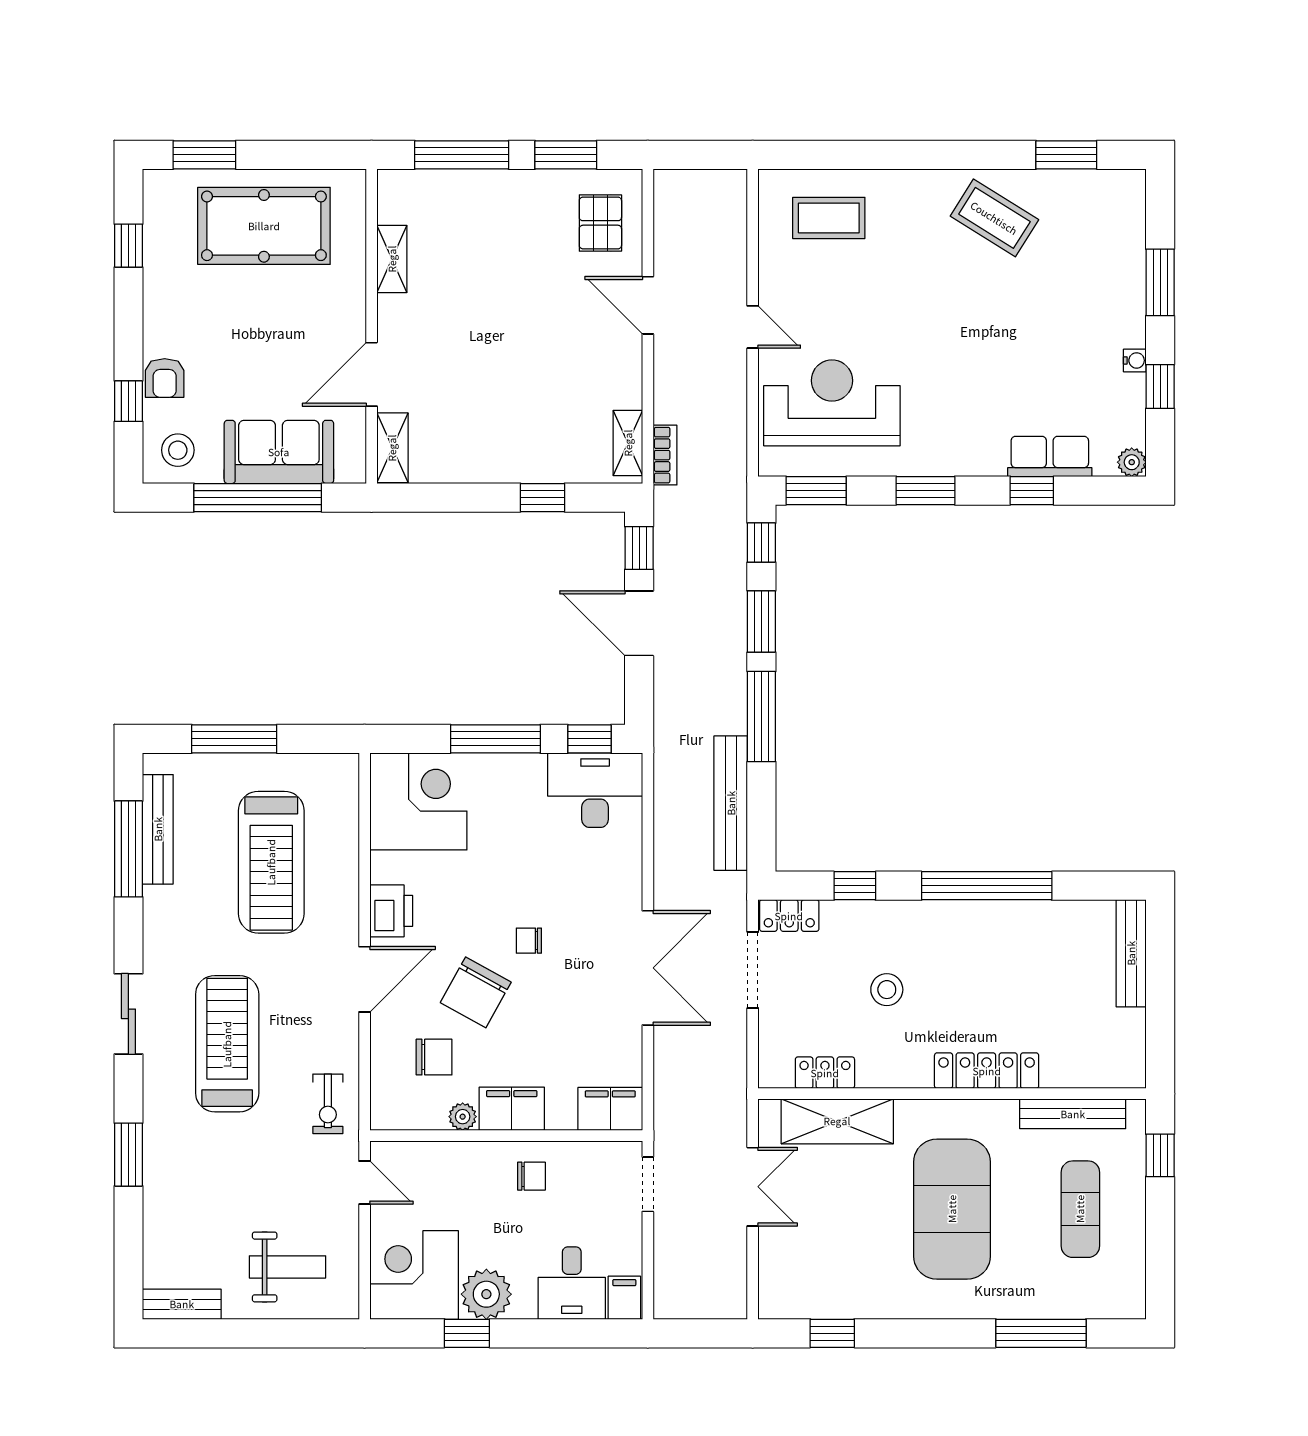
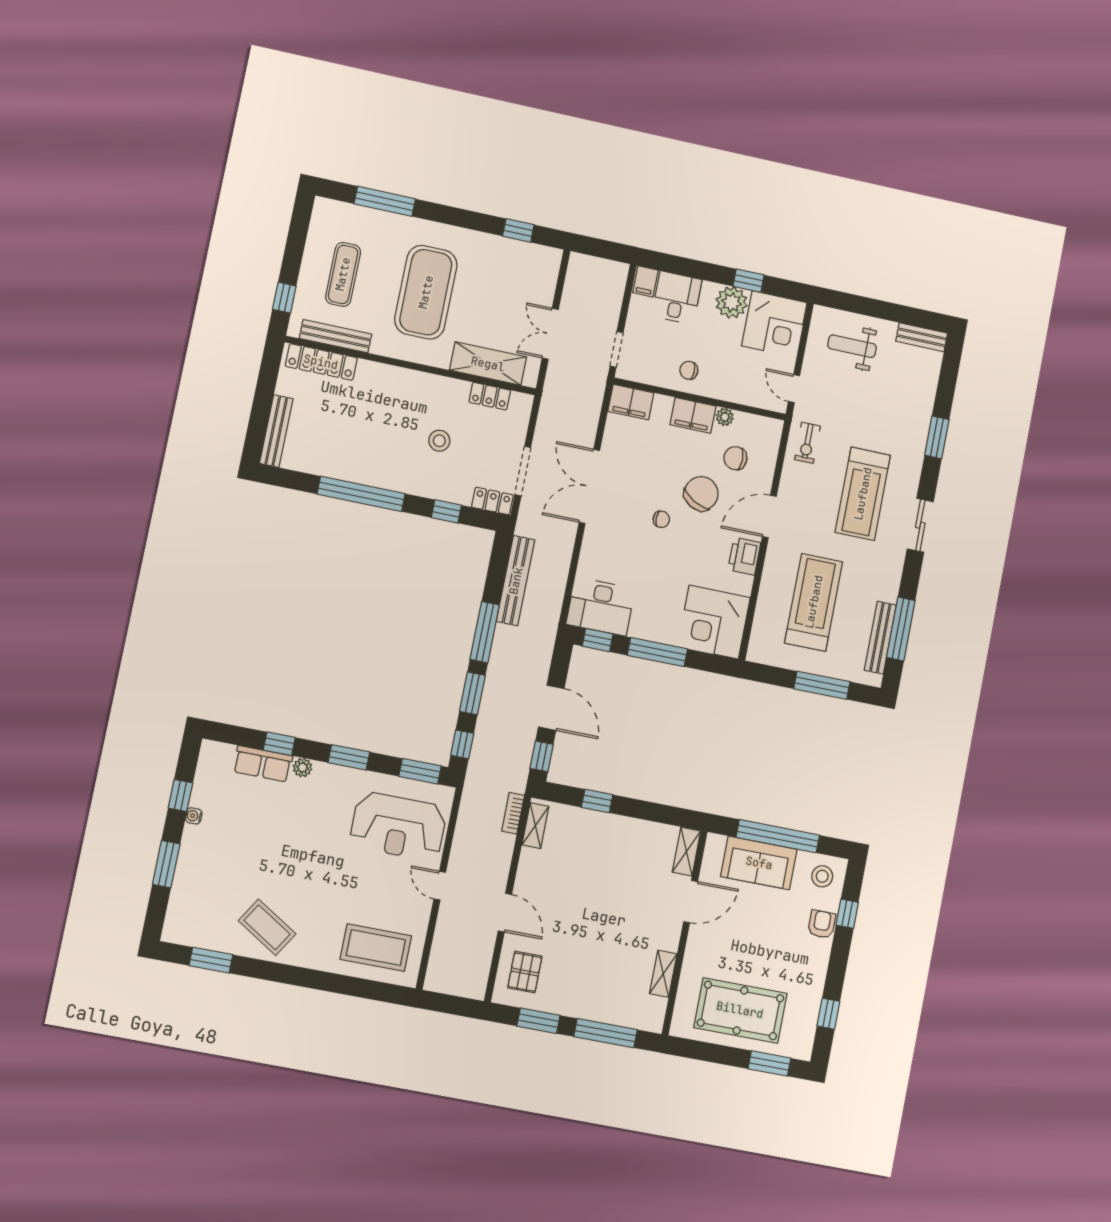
coffee table: (829, 218) -> (376, 948), width x1.36, depth x1.32
plant: (1132, 462) -> (303, 768), moved
locker: (987, 1071) -> (321, 362), moved
exercise bike: (328, 1104) -> (807, 443), turned 180

